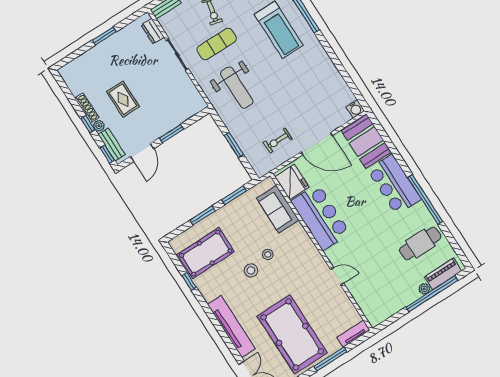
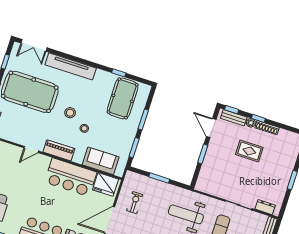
piano: (311, 253) -> (59, 150), added
stool: (251, 270) -> (70, 113), moved

